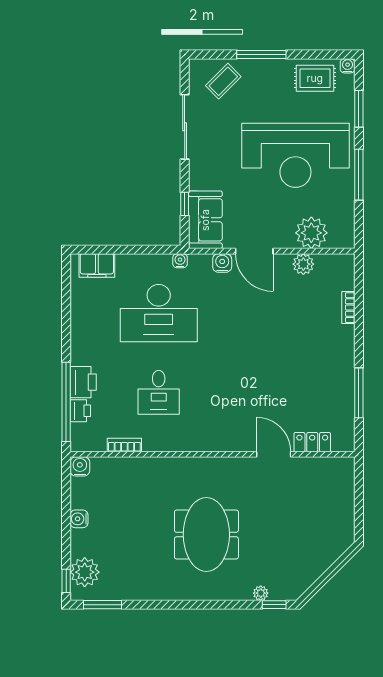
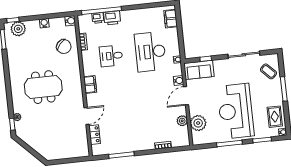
filing cabinet: (211, 440) -> (90, 85), added
chair: (130, 485) -> (64, 47), added

